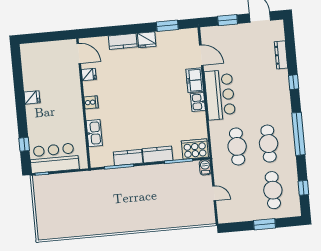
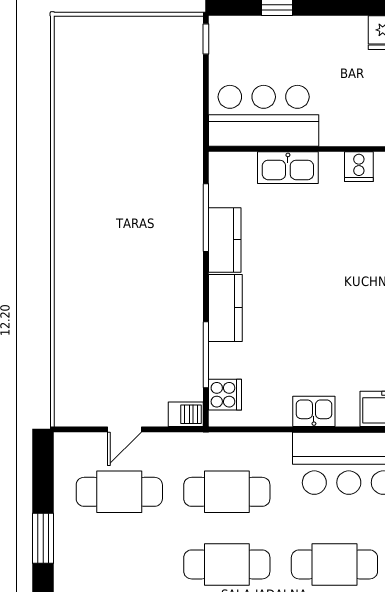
cafe table: (264, 97) -> (334, 564), added
kitchen sink: (198, 102) -> (314, 411), moved
cooker: (195, 149) -> (225, 395), width x0.53, depth x0.76
bar counter: (54, 158) -> (264, 116), moved, turned -90
cafe table: (273, 190) -> (119, 492), moved

